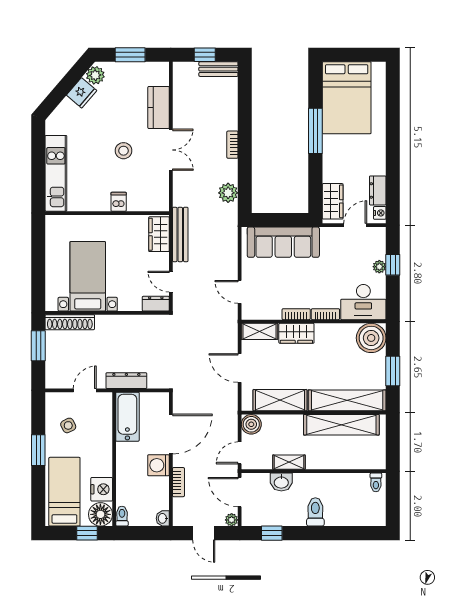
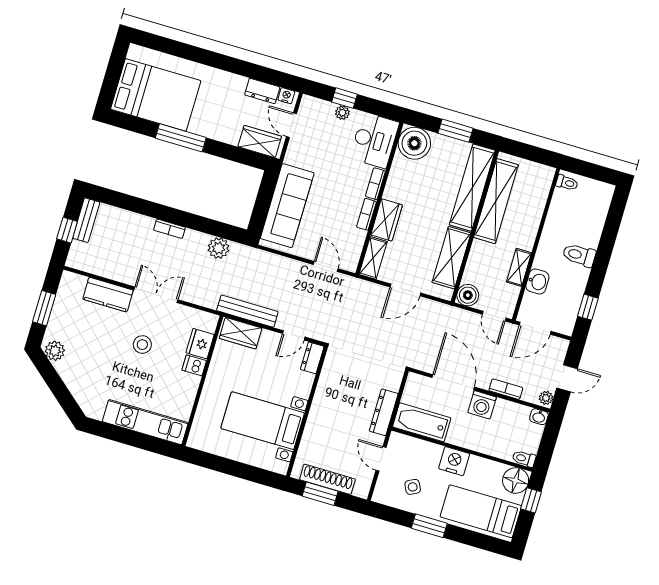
fridge: (82, 93) -> (200, 344), moved, turned -131
door: (240, 292) -> (326, 267), swing flipped
shoe rack: (70, 322) -> (327, 479), moved, turned -90
nightstand: (102, 489) -> (454, 461), moved
plant: (232, 520) -> (546, 398), moved

